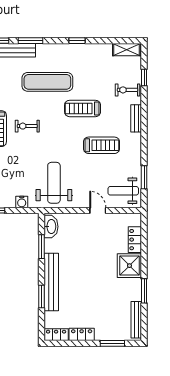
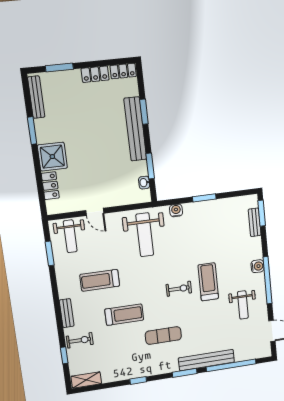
exercise mat: (47, 82) -> (163, 336), width x0.73, depth x0.69
weight bench: (123, 191) -> (70, 236), turned 90
washbasin: (51, 227) -> (144, 183), width x0.52, depth x0.69

